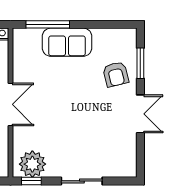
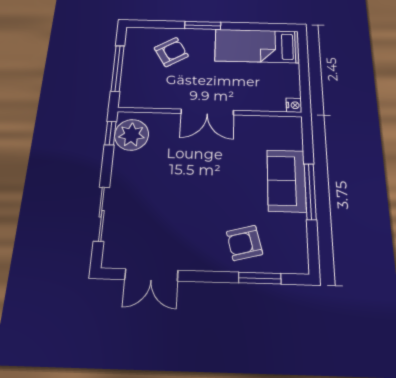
window: (48, 24) -> (310, 191), moved
double door: (140, 114) -> (151, 275), moved
sliding door: (82, 181) -> (102, 214), moved

